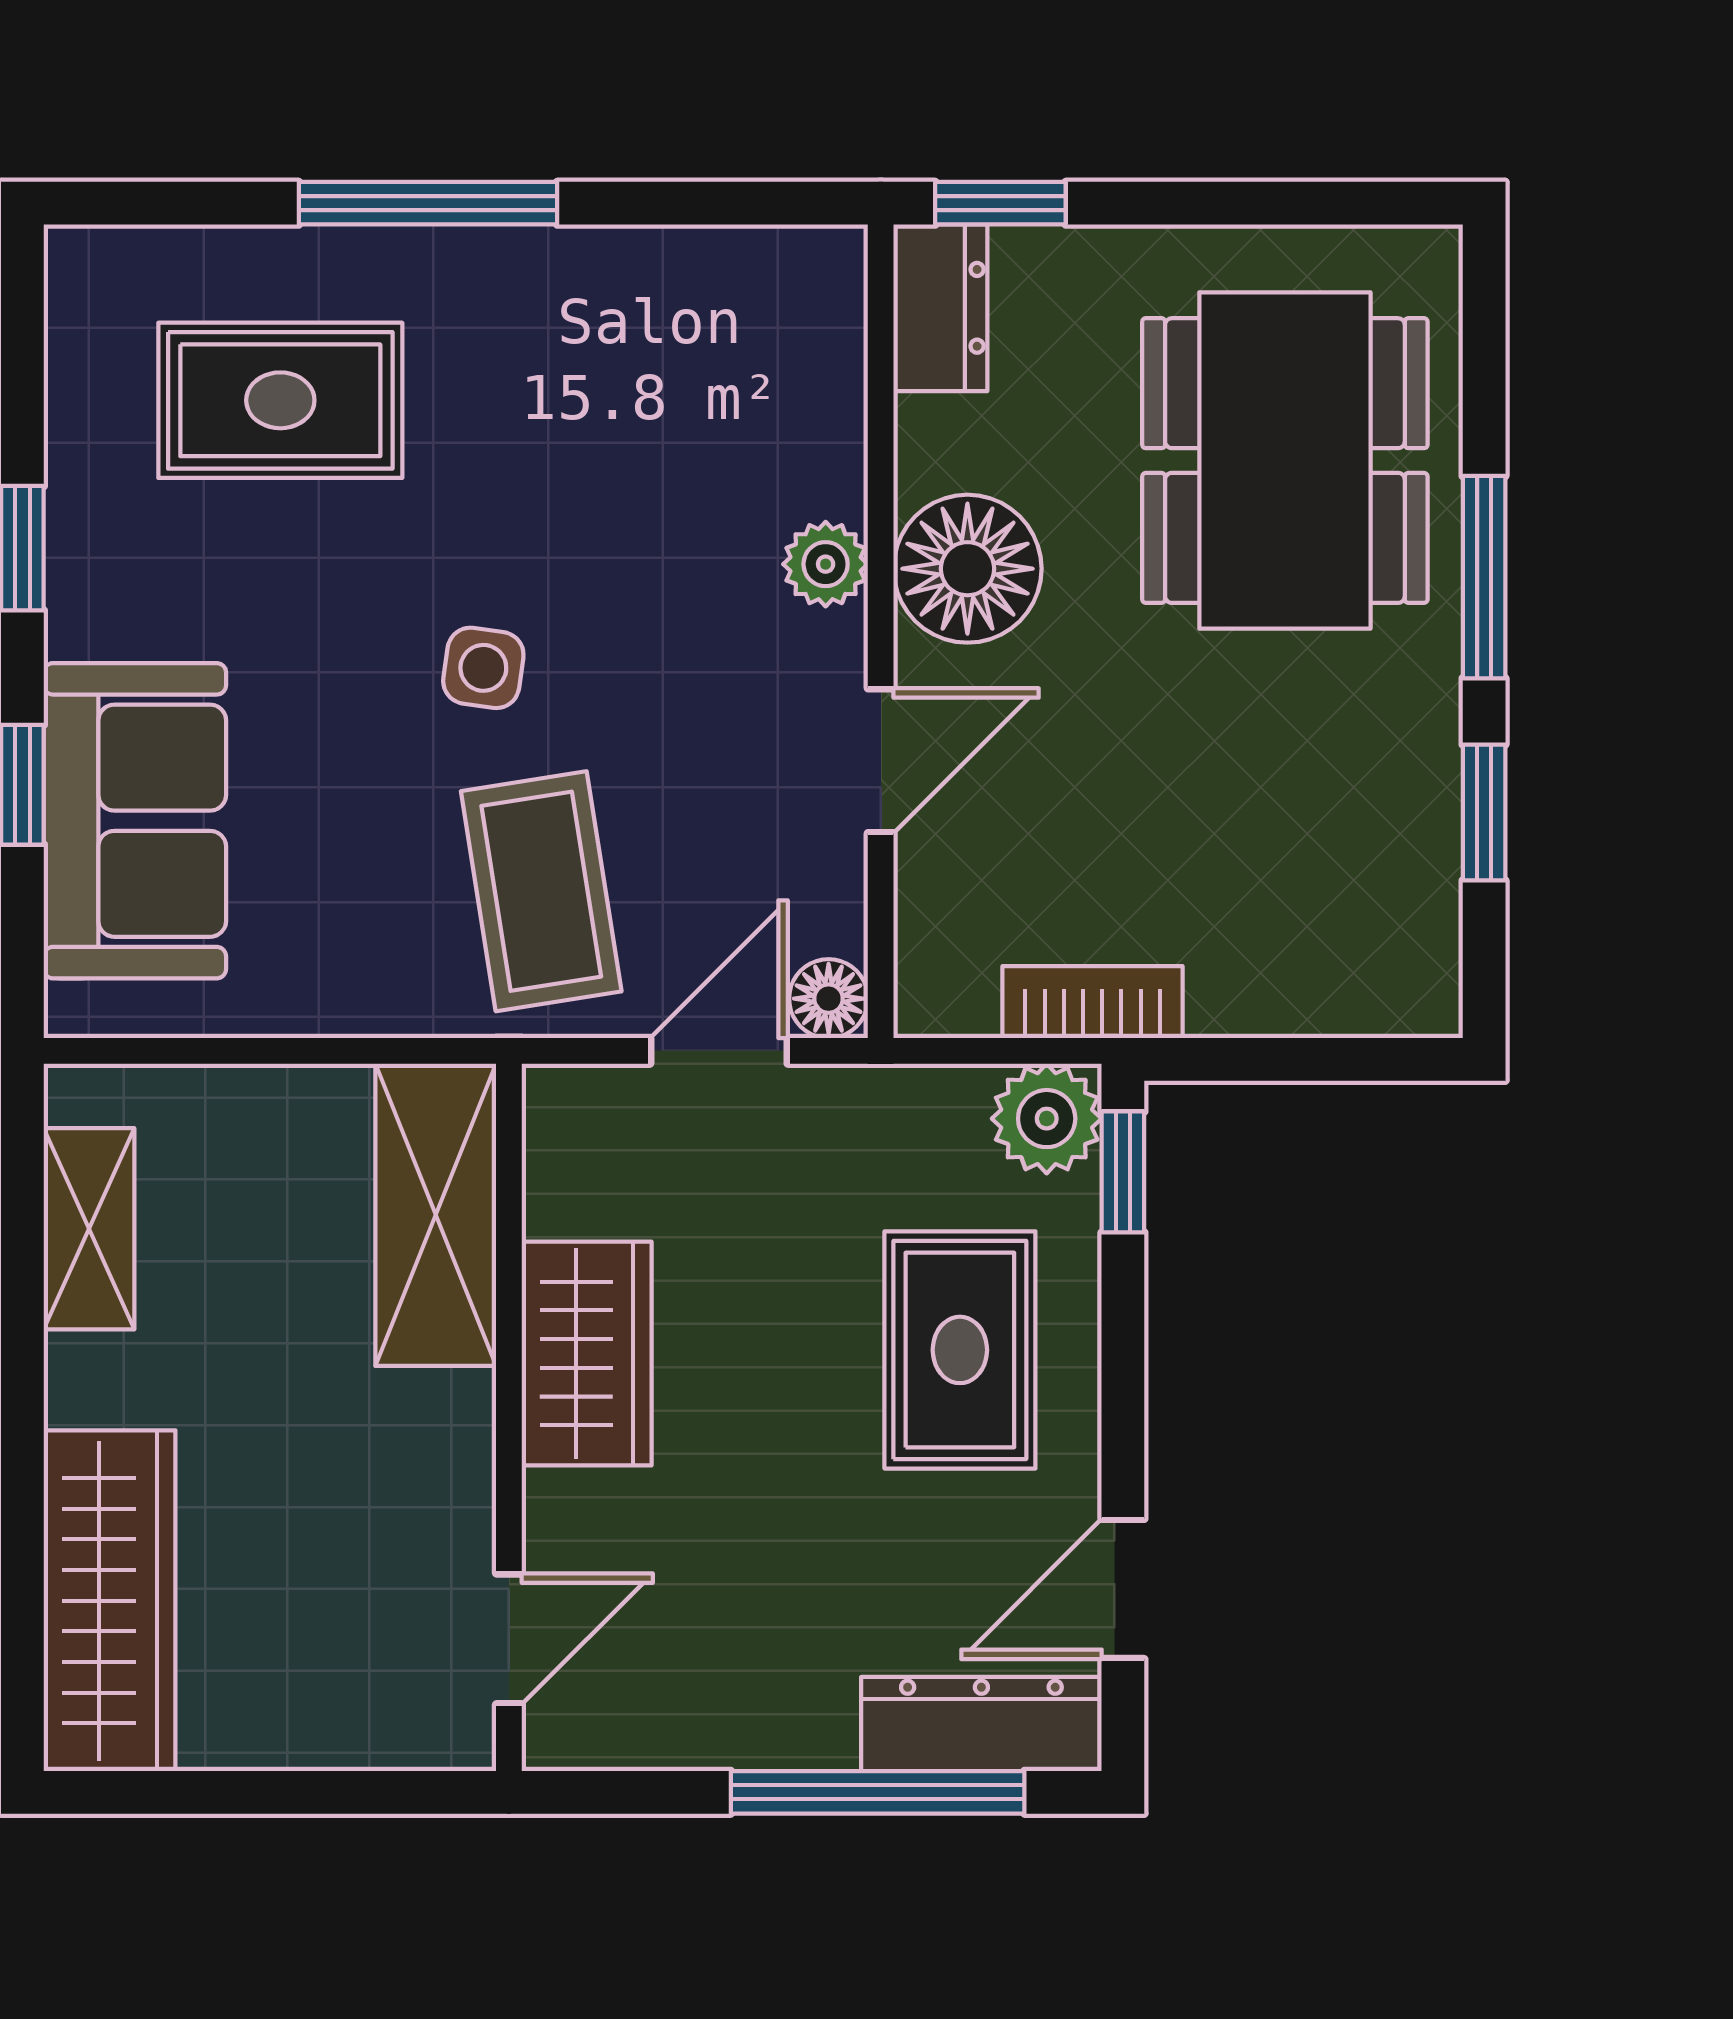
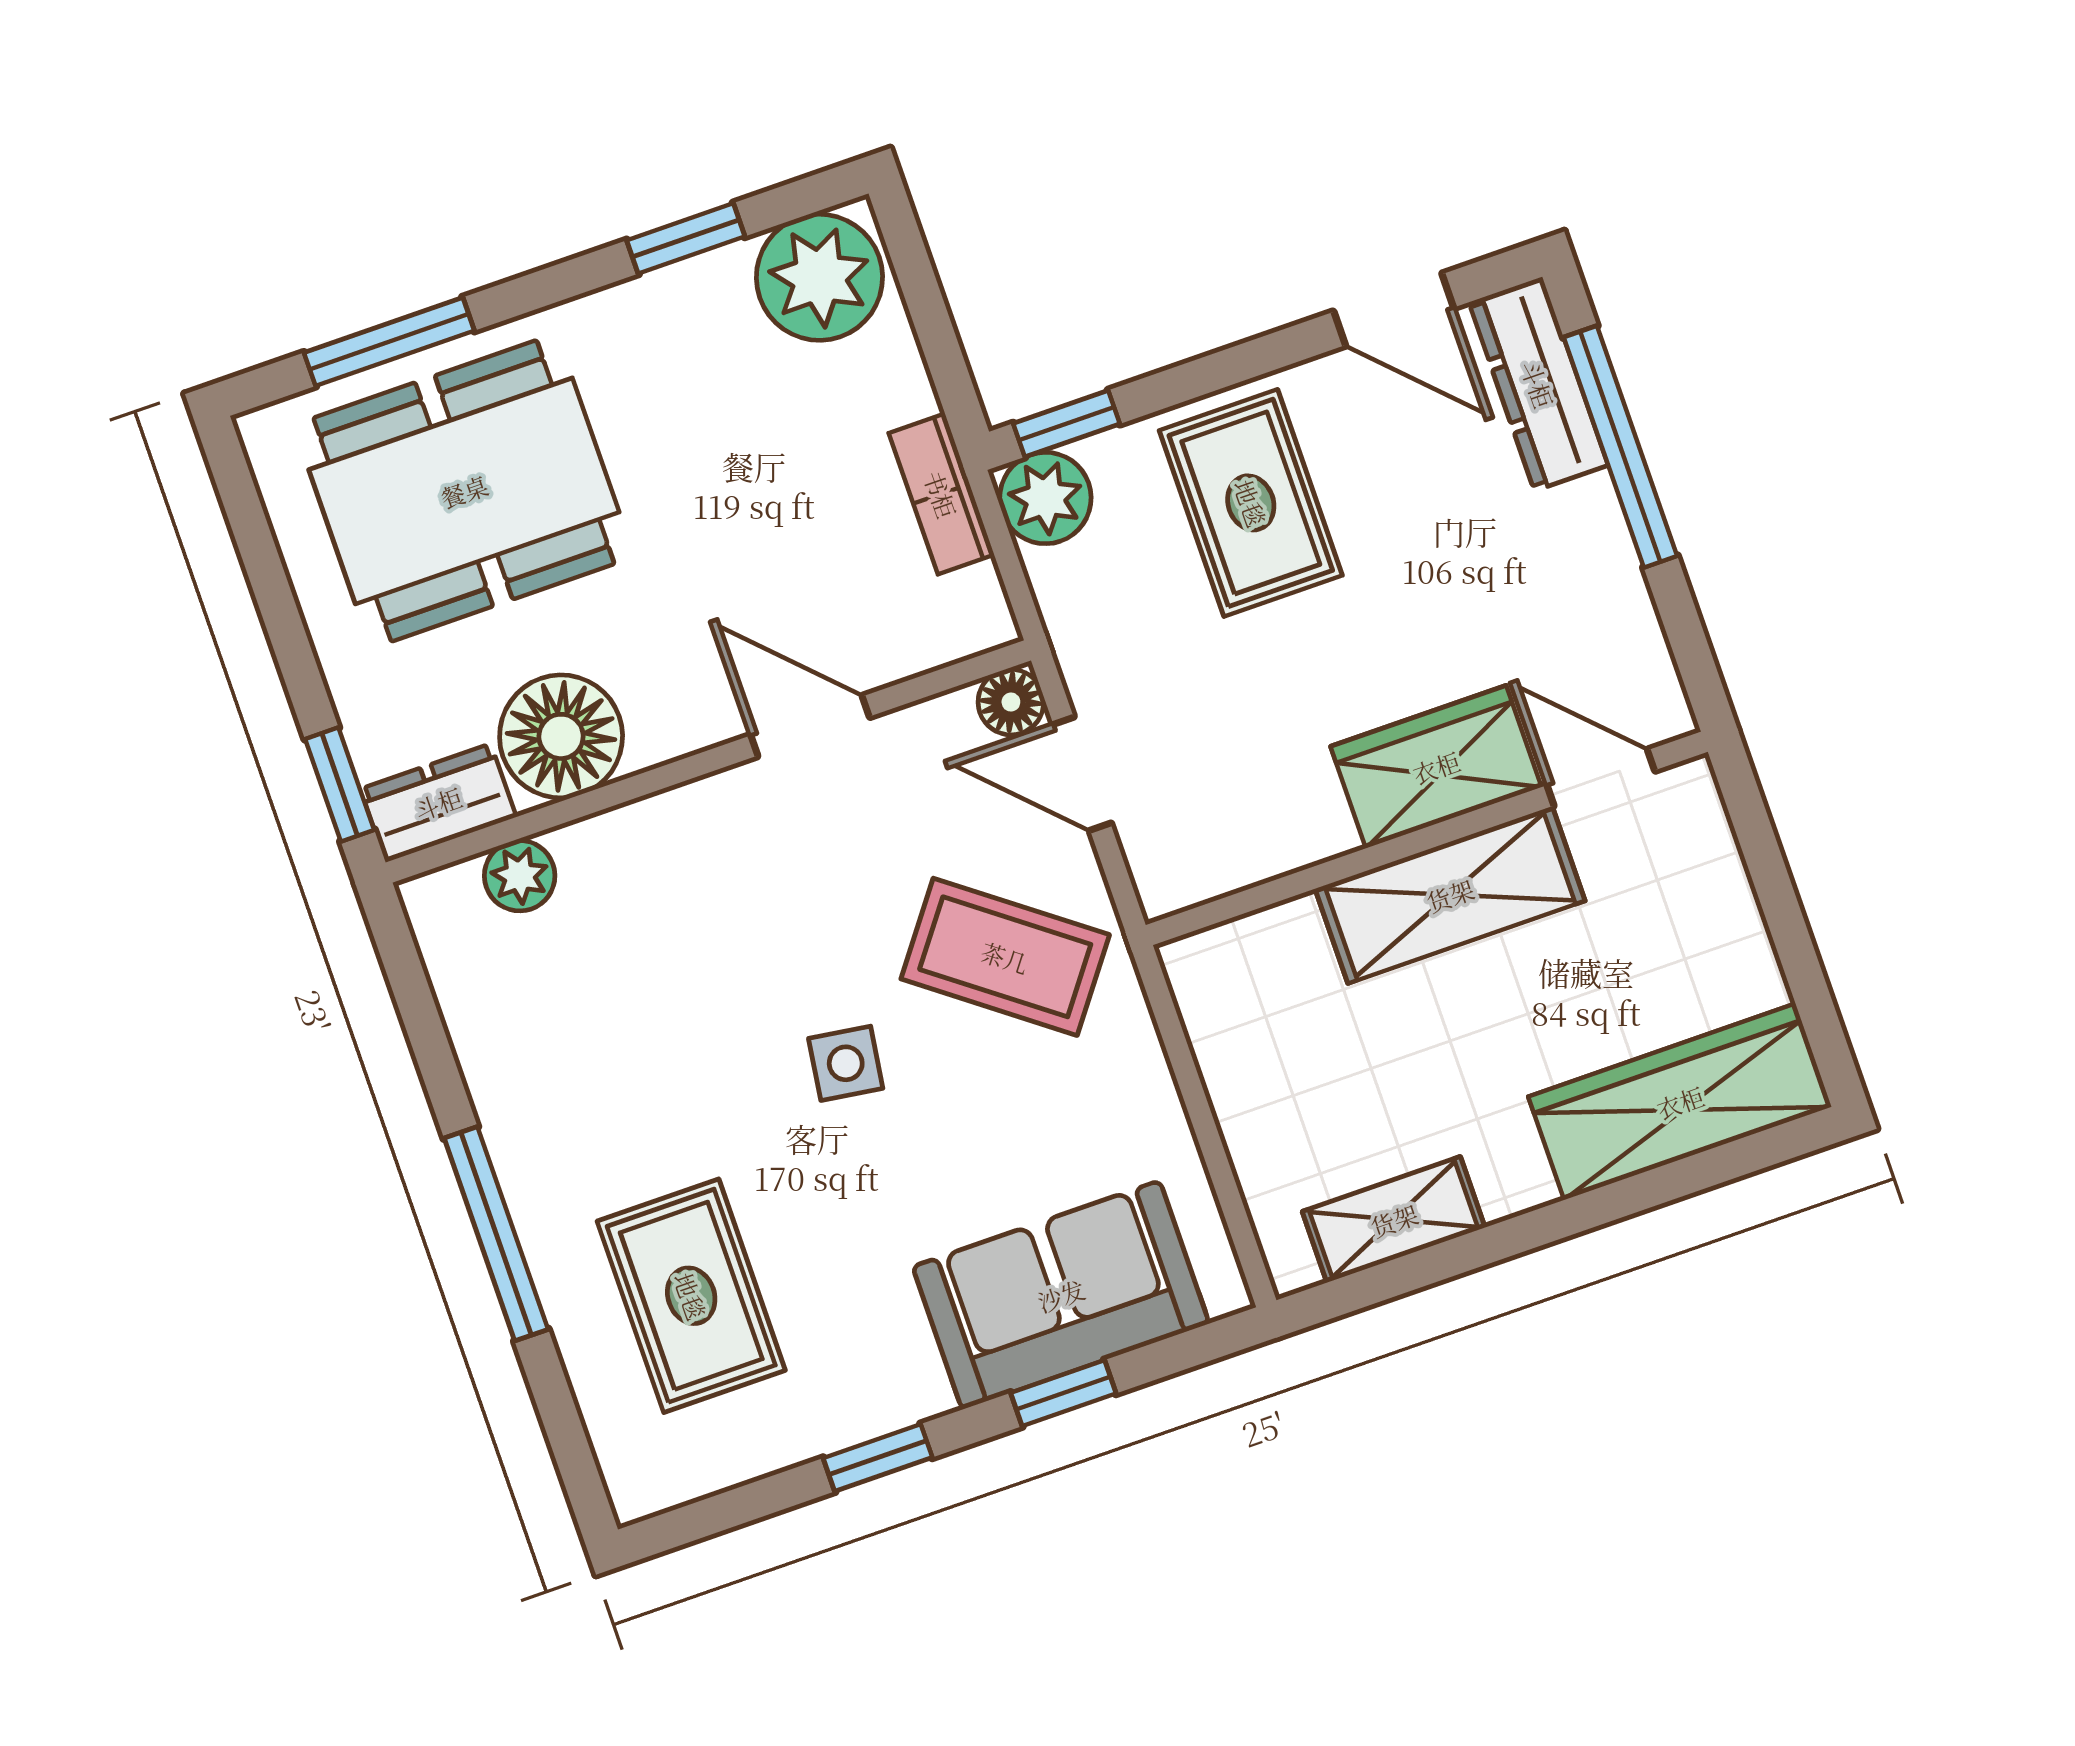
plant: (826, 564) -> (520, 876), moved
floor lamp: (967, 569) -> (561, 736), moved
window: (1484, 577) -> (389, 342), moved
coffee table: (541, 891) -> (1005, 957), turned 46
plant: (1387, 949) -> (819, 277), added
shelving: (436, 1215) -> (1450, 895), moved
rug: (960, 1350) -> (1251, 503), turned 90
wardrobe: (587, 1353) -> (1436, 767), moved

